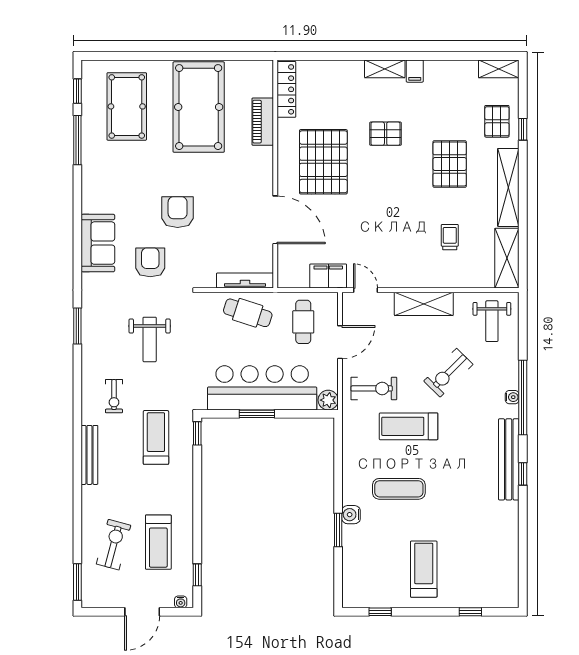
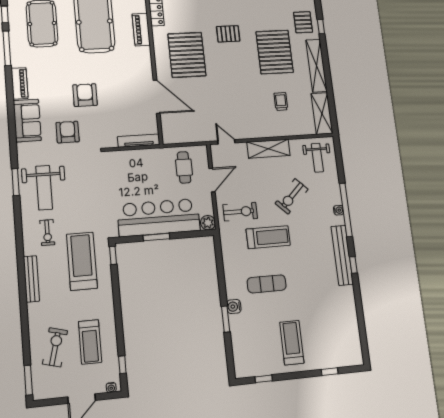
pallet: (450, 164) -> (275, 52), width x1.37, depth x1.41
piano: (91, 191) -> (19, 83), added
filing cabinet: (328, 276) -> (199, 134), removed
cafe table: (248, 313) -> (143, 164), removed
weight bench: (150, 339) -> (44, 188), moved, width x1.36, depth x1.33
treadmill: (409, 426) -> (268, 237), turned 180
treadmill: (156, 437) -> (82, 261), width x1.37, depth x1.38

